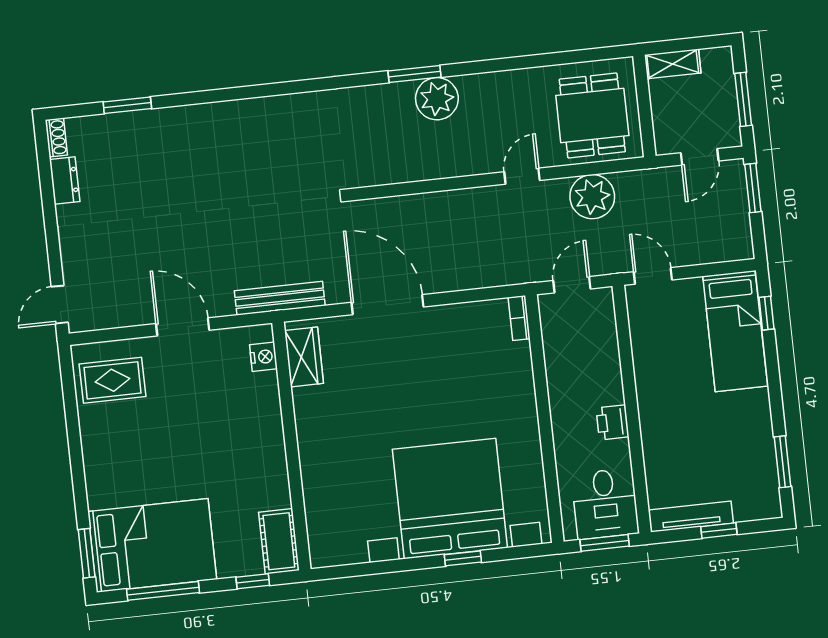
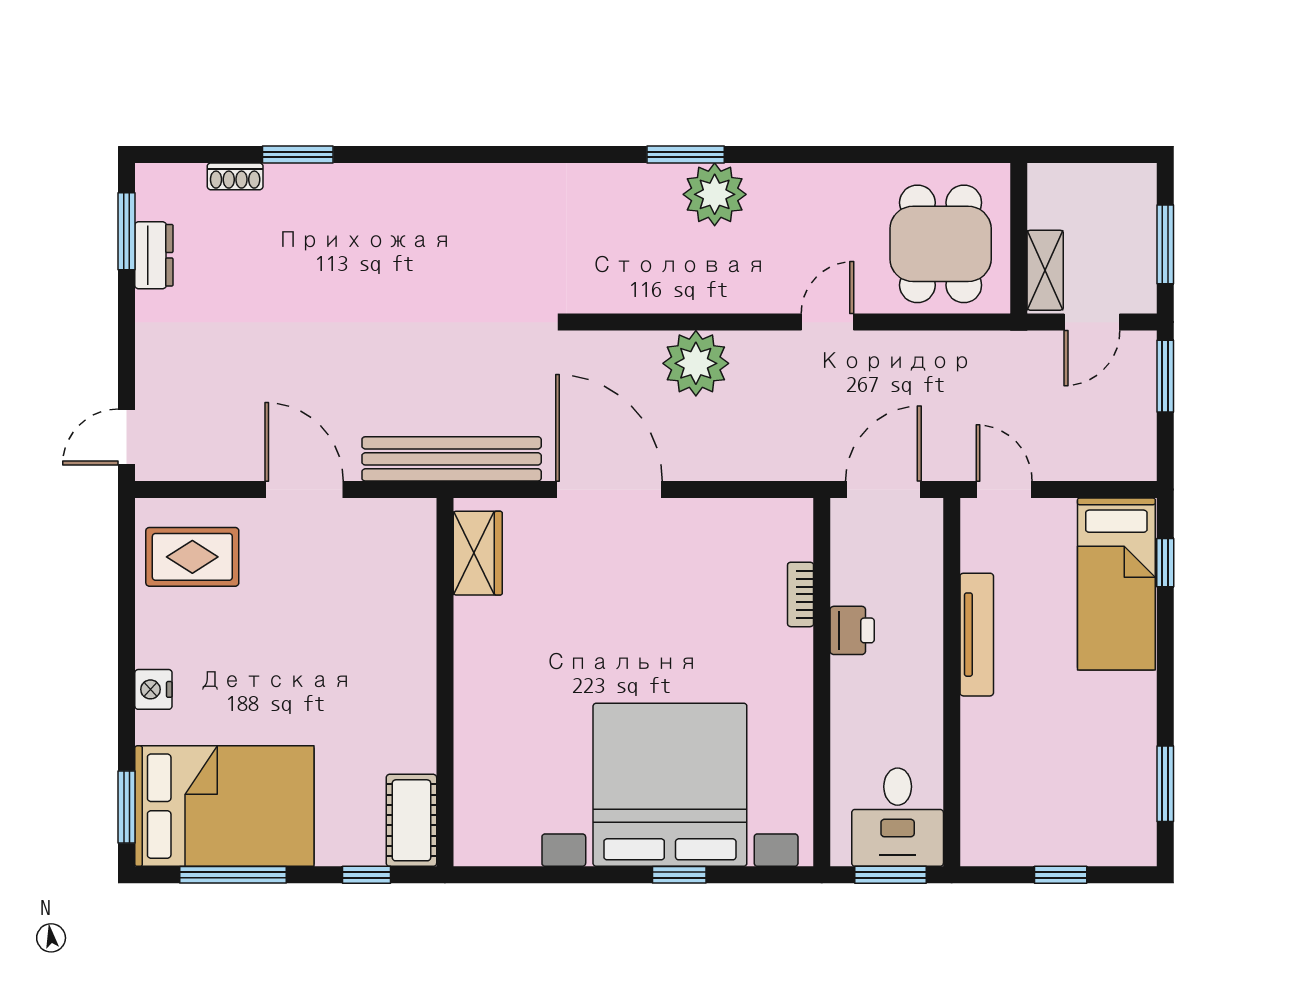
shelving: (673, 64) -> (1045, 270), moved, turned 90
window: (127, 105) -> (298, 154), moved
shoe rack: (56, 137) -> (235, 176), moved, turned 90
window: (45, 166) -> (127, 231), added
plant: (592, 197) -> (696, 363), moved
door: (572, 285) -> (883, 490), width x1.38
bench: (280, 298) -> (452, 459), width x1.37, depth x1.21
bookcase: (519, 318) -> (801, 594), moved
nightstand: (263, 357) -> (153, 689), moved, turned 180
printer: (613, 422) -> (852, 630), moved, turned 180
tv unit: (691, 517) -> (977, 635), moved, turned 90

